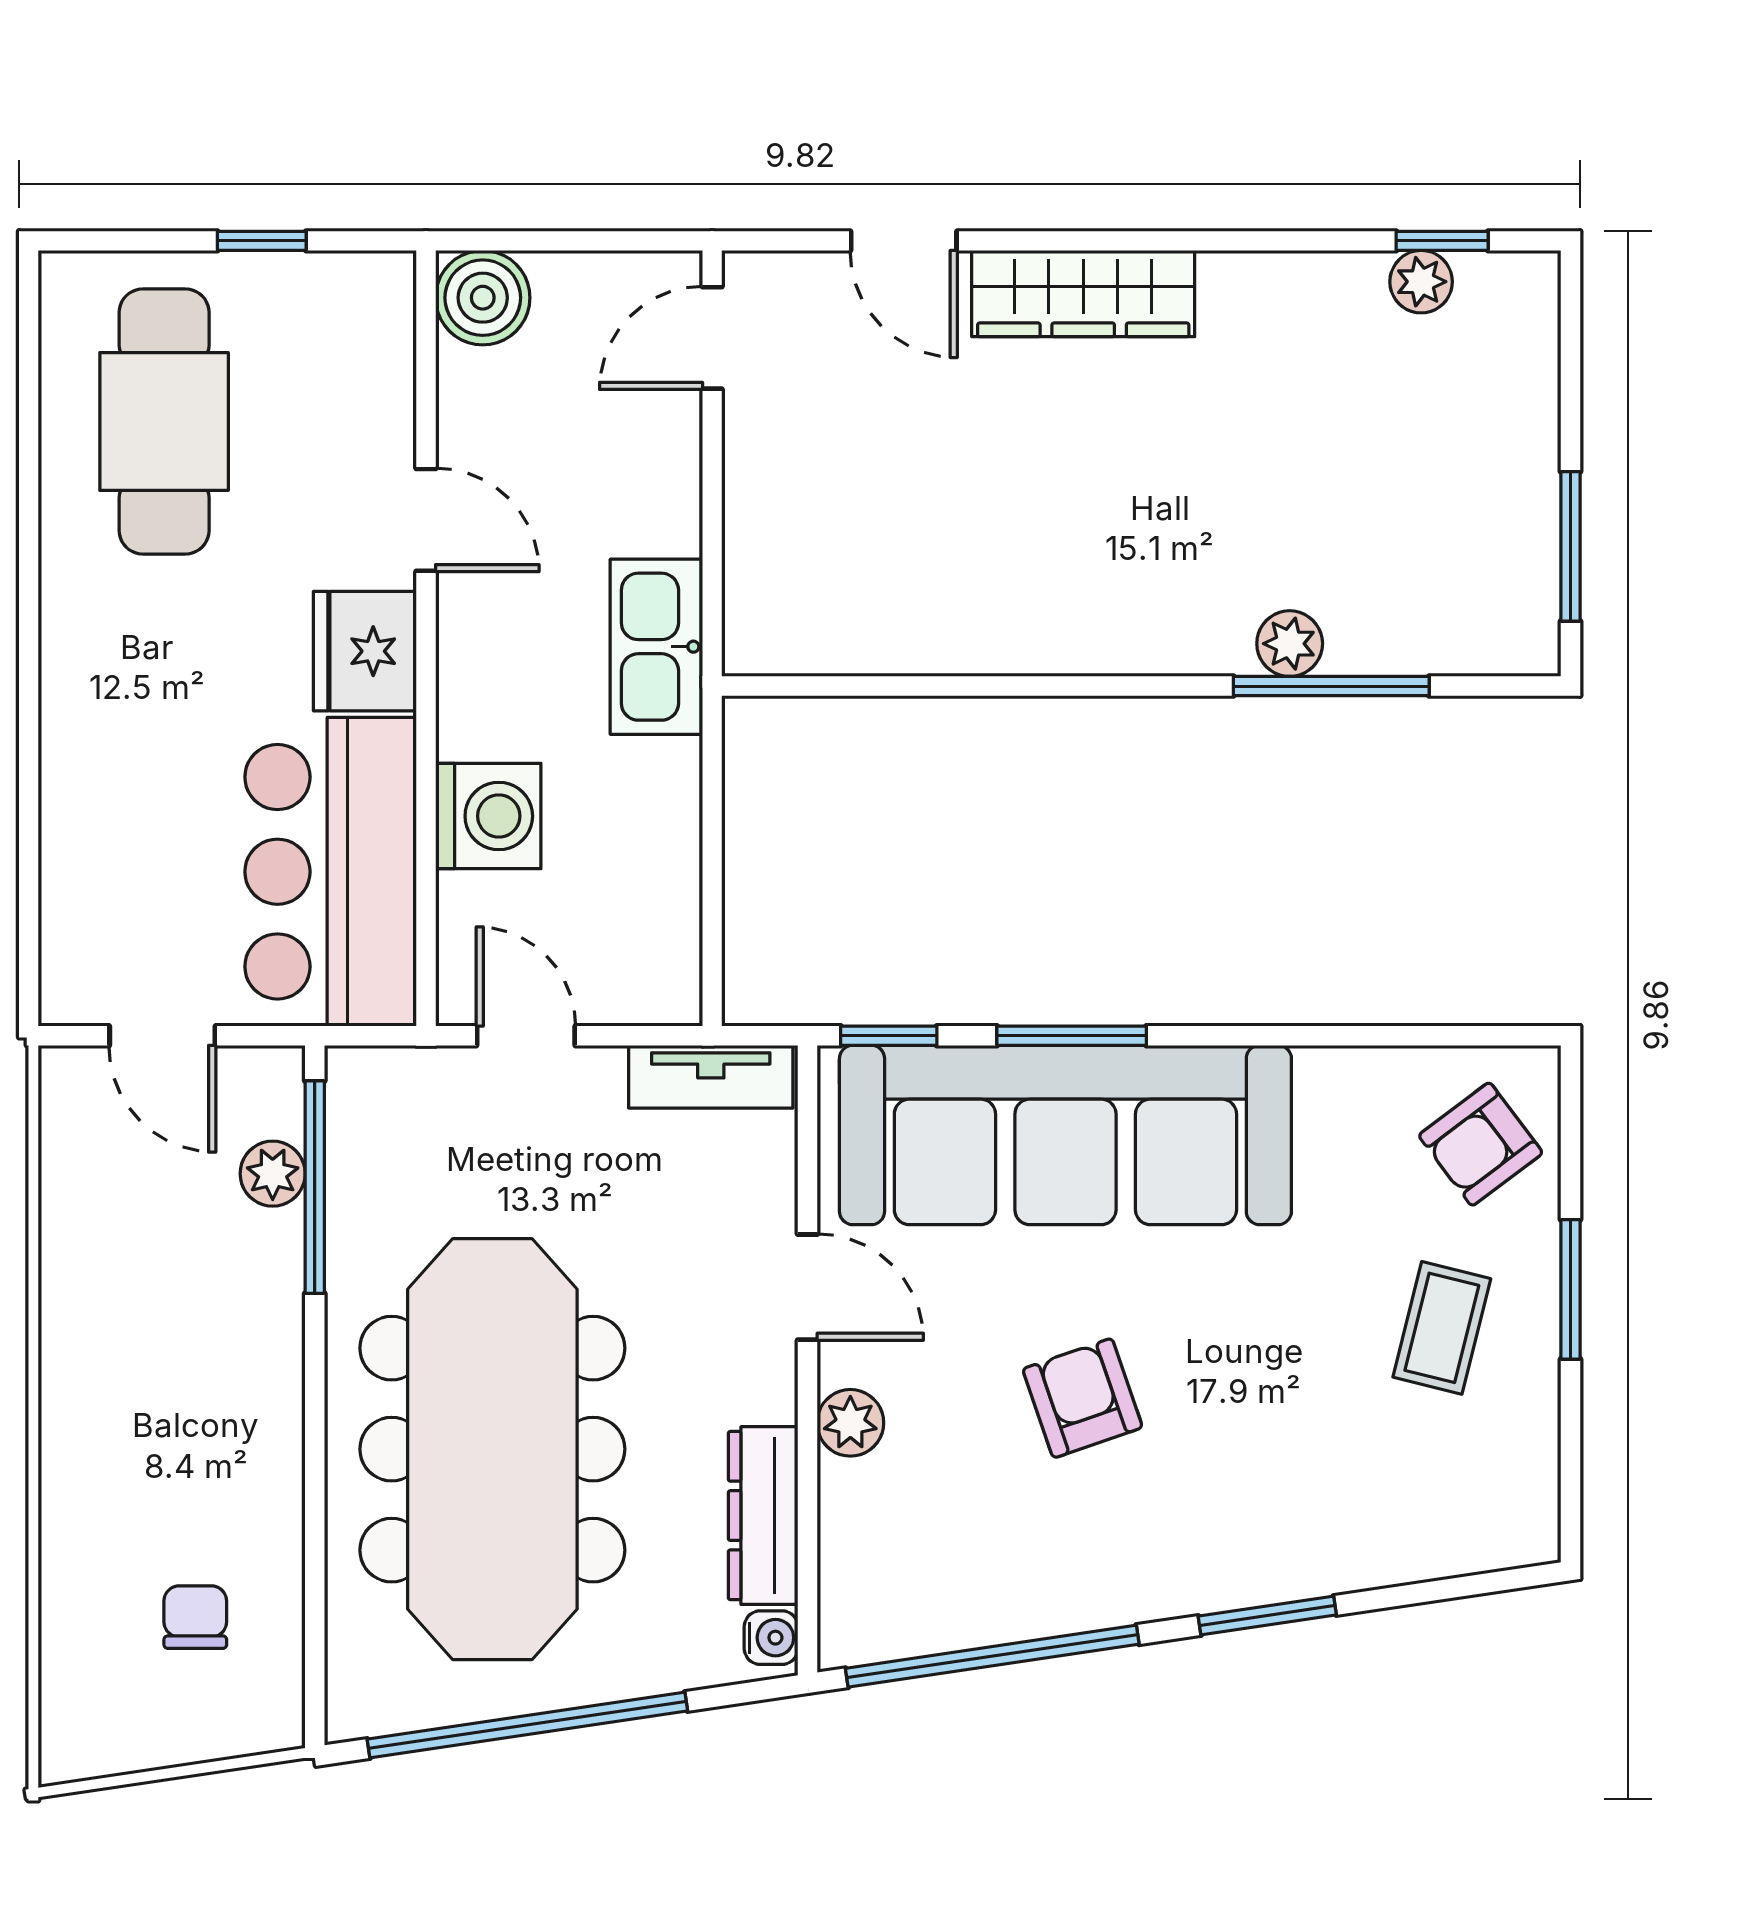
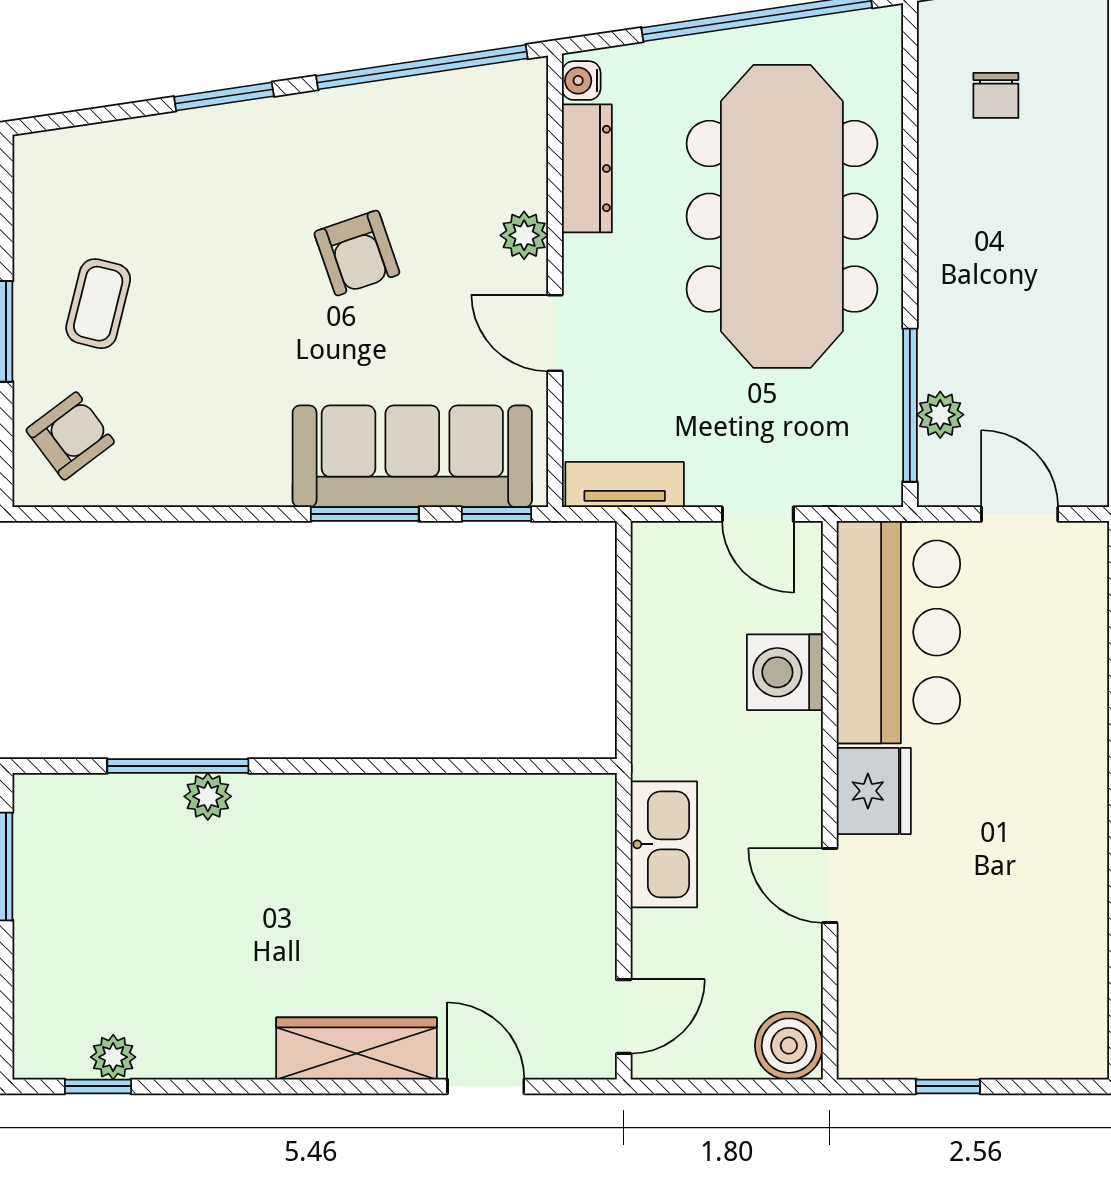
cafe table: (164, 421) -> (1018, 956), removed
kitchen sink: (656, 647) -> (664, 844), moved
sofa: (1065, 1135) -> (412, 456), width x0.74, depth x0.79

